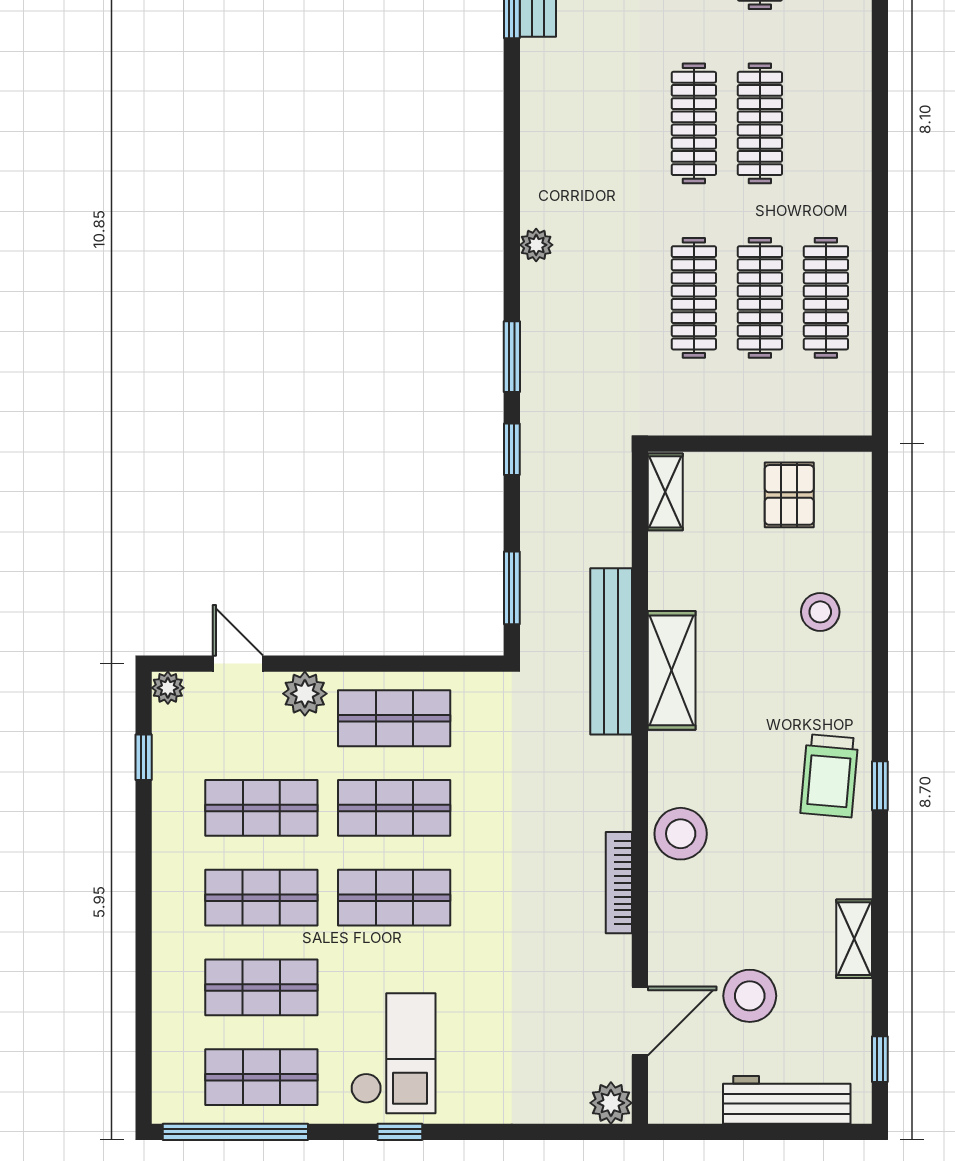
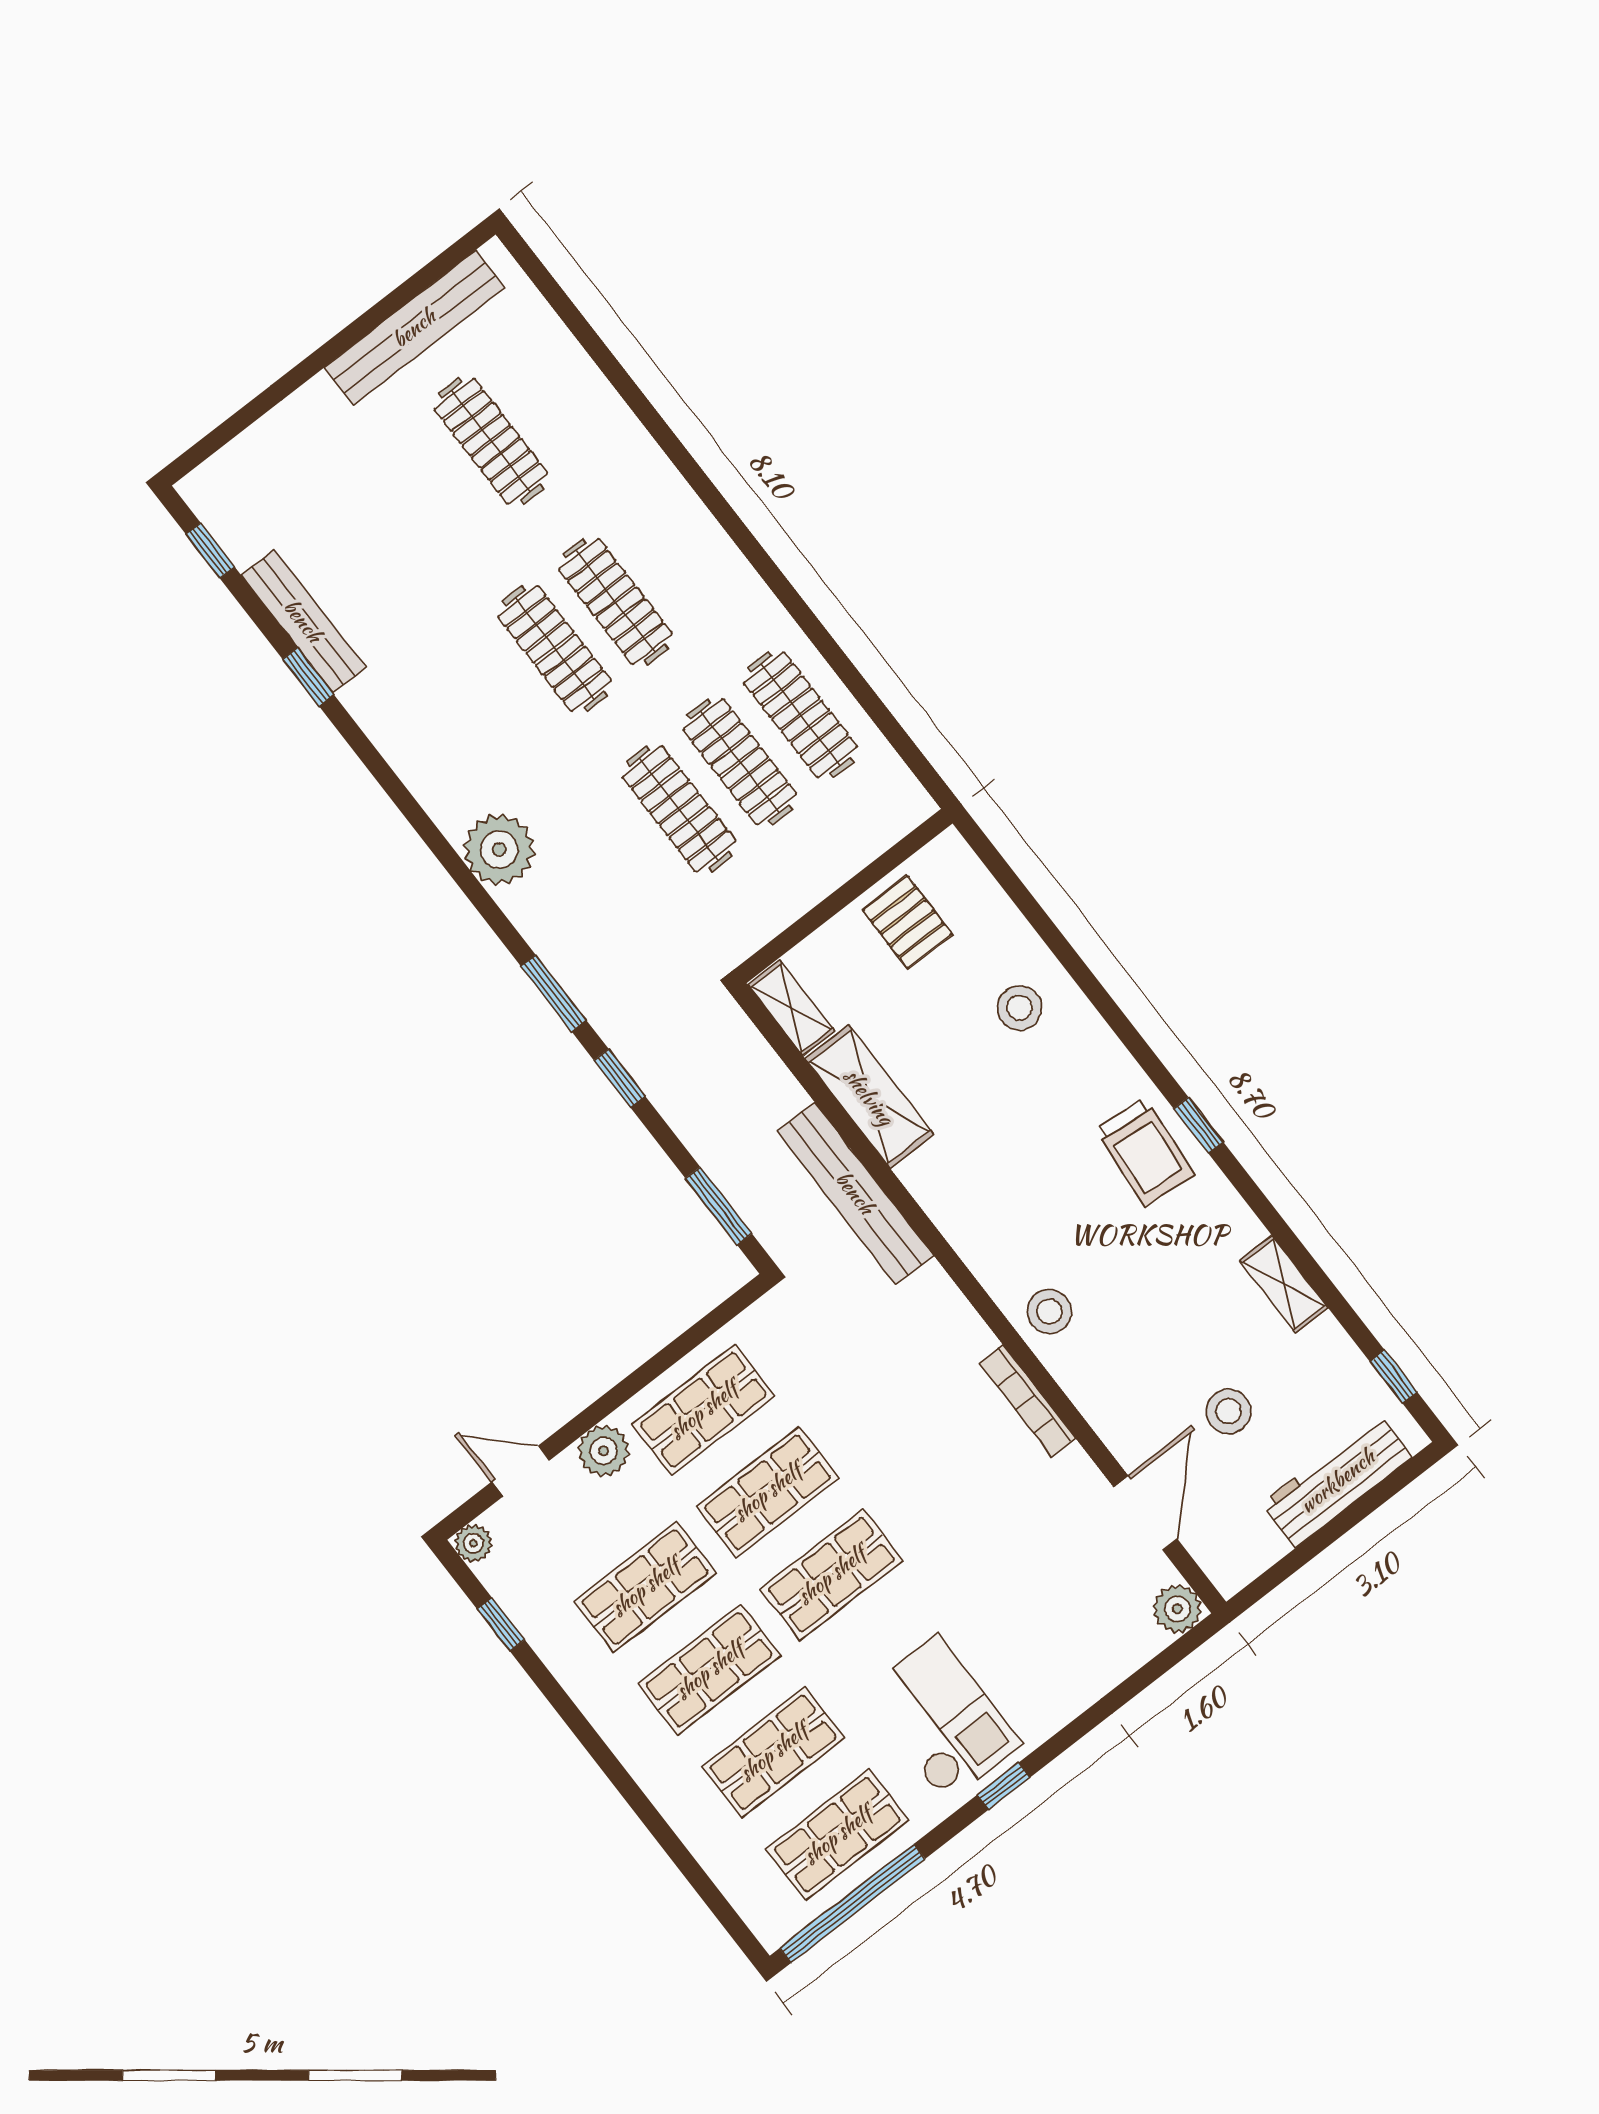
plant: (536, 245) -> (499, 849), width x1.87, depth x1.87
shelving: (672, 670) -> (869, 1097), moved
stool: (681, 834) -> (1049, 1311), width x0.73, depth x0.73
stool: (750, 996) -> (1229, 1411), width x0.73, depth x0.73

